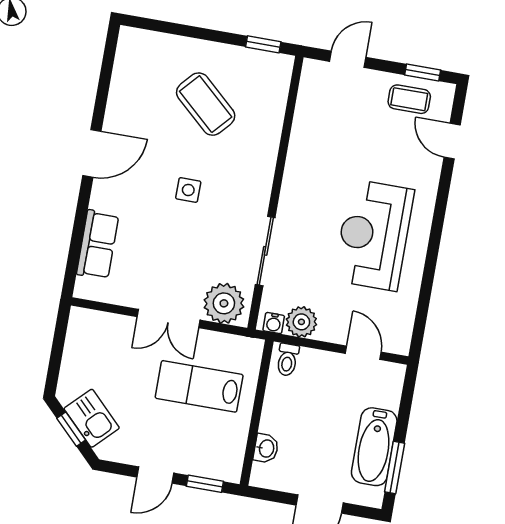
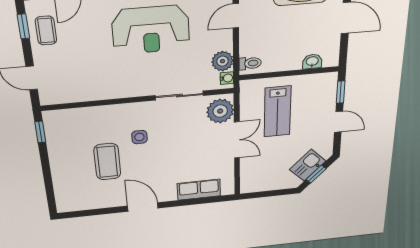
coffee table: (206, 104) -> (107, 162), moved, turned -42
side table: (188, 190) -> (139, 137), moved

